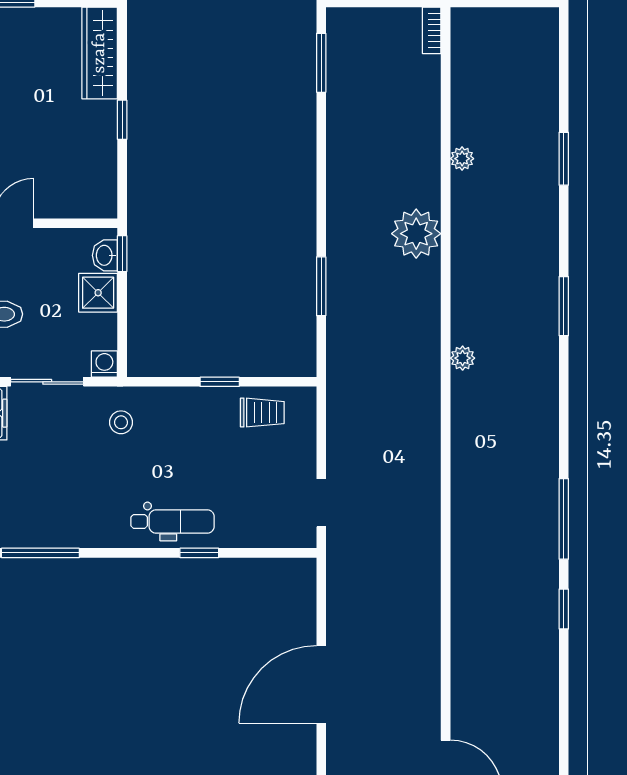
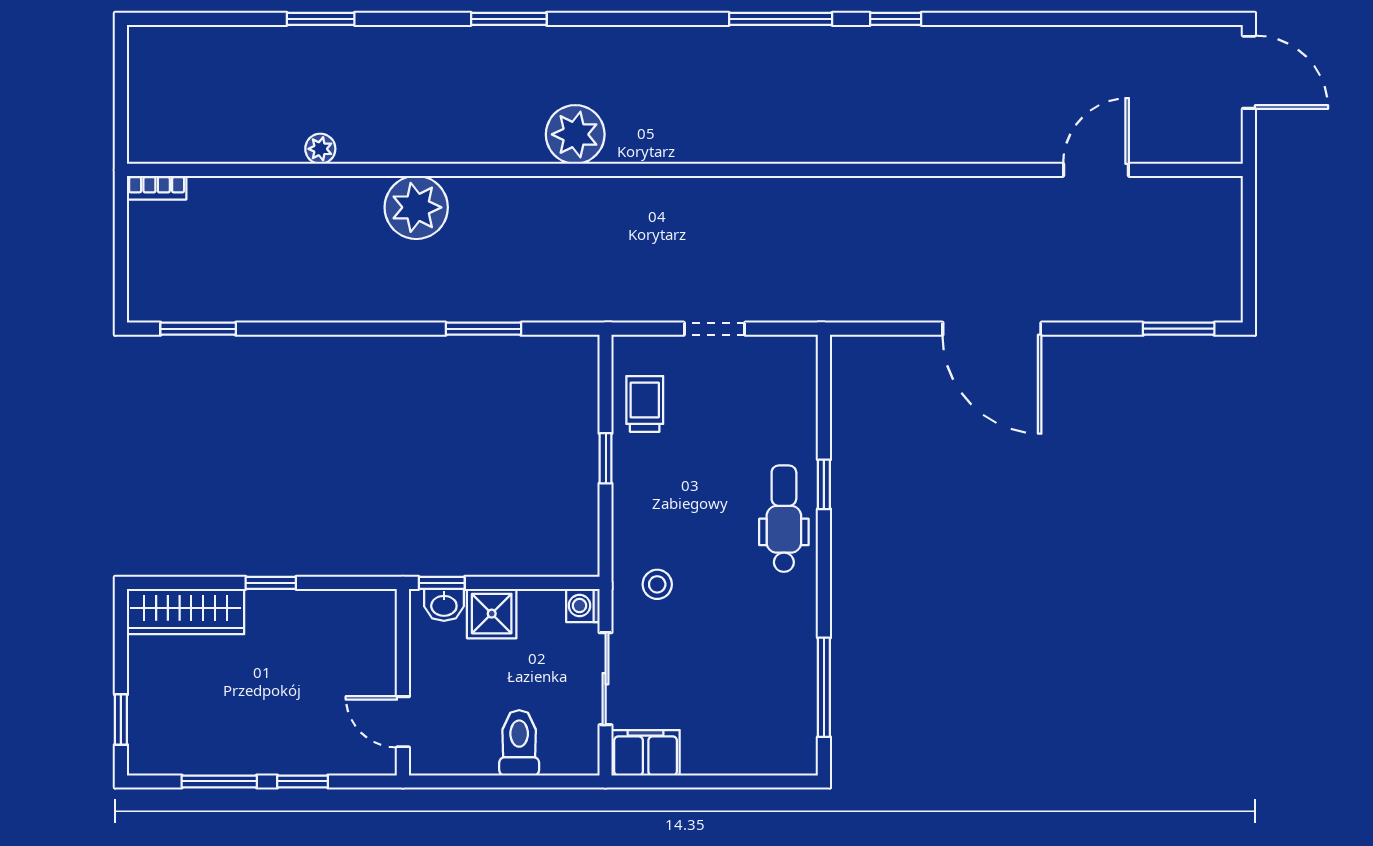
plant: (463, 358) -> (575, 134), width x1.88, depth x1.88
doorway: (321, 503) -> (714, 329), moved

